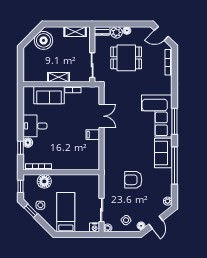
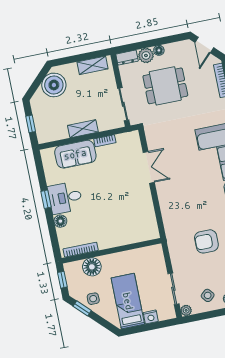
door: (161, 33) -> (204, 45), hinge flipped
window: (20, 66) -> (31, 124), added
filing cabinet: (93, 135) -> (142, 194), removed
window: (20, 148) -> (46, 199), moved
nightstand: (95, 227) -> (151, 317), moved

